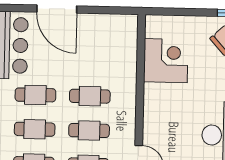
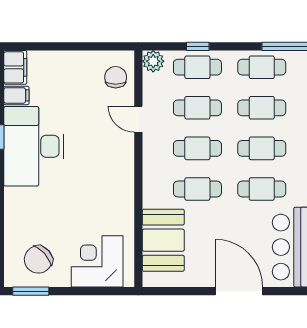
booth: (120, 54) -> (163, 240), added
corner desk: (166, 61) -> (97, 261), moved, turned 90

